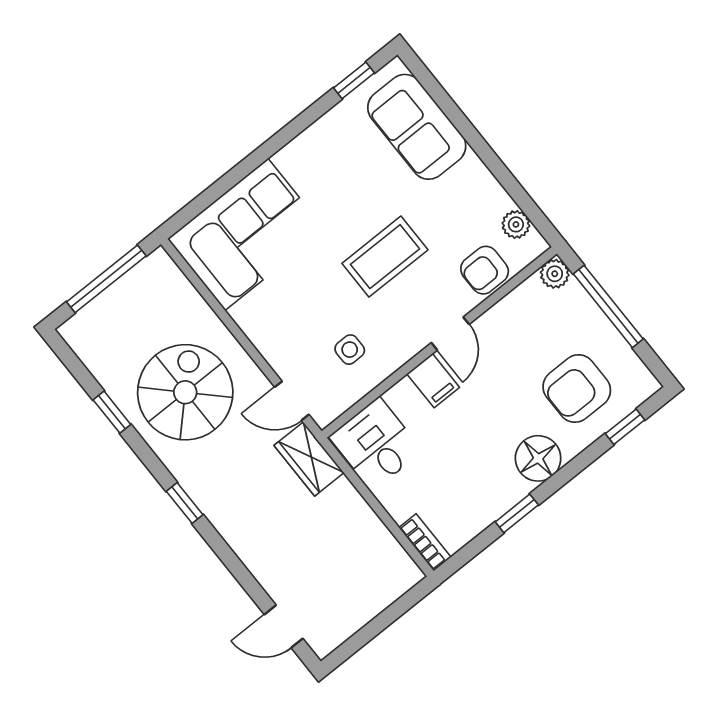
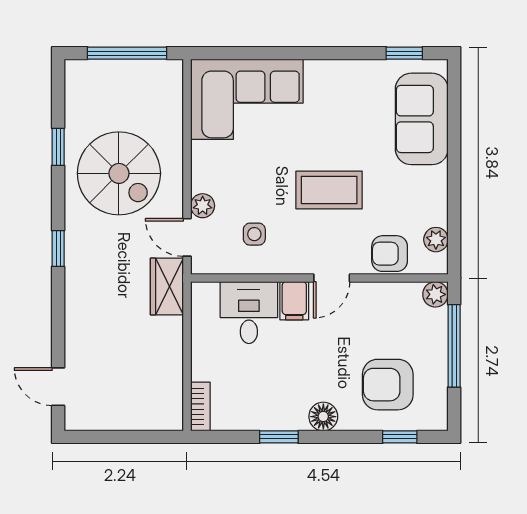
plant: (283, 361) -> (203, 206), added
spiral stairs: (185, 392) -> (119, 173), turned 90
desk: (376, 444) -> (249, 313), moved
floor lamp: (538, 458) -> (323, 417), width x0.73, depth x0.73

